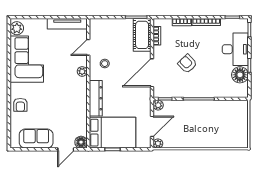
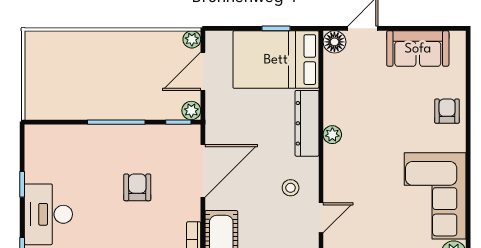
armchair: (187, 64) -> (137, 187), turned -136
plant: (82, 71) -> (332, 135), moved
floor lamp: (240, 75) -> (40, 167), removed

